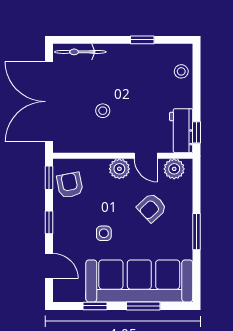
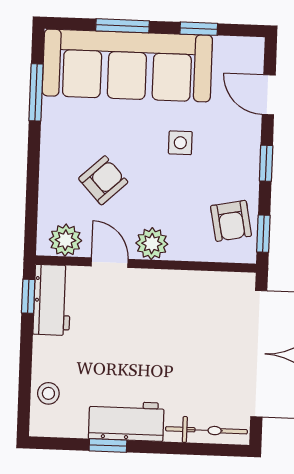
workbench: (131, 56) -> (126, 421), added
stool: (103, 111) -> (175, 336), removed
window: (196, 232) -> (36, 92), moved

